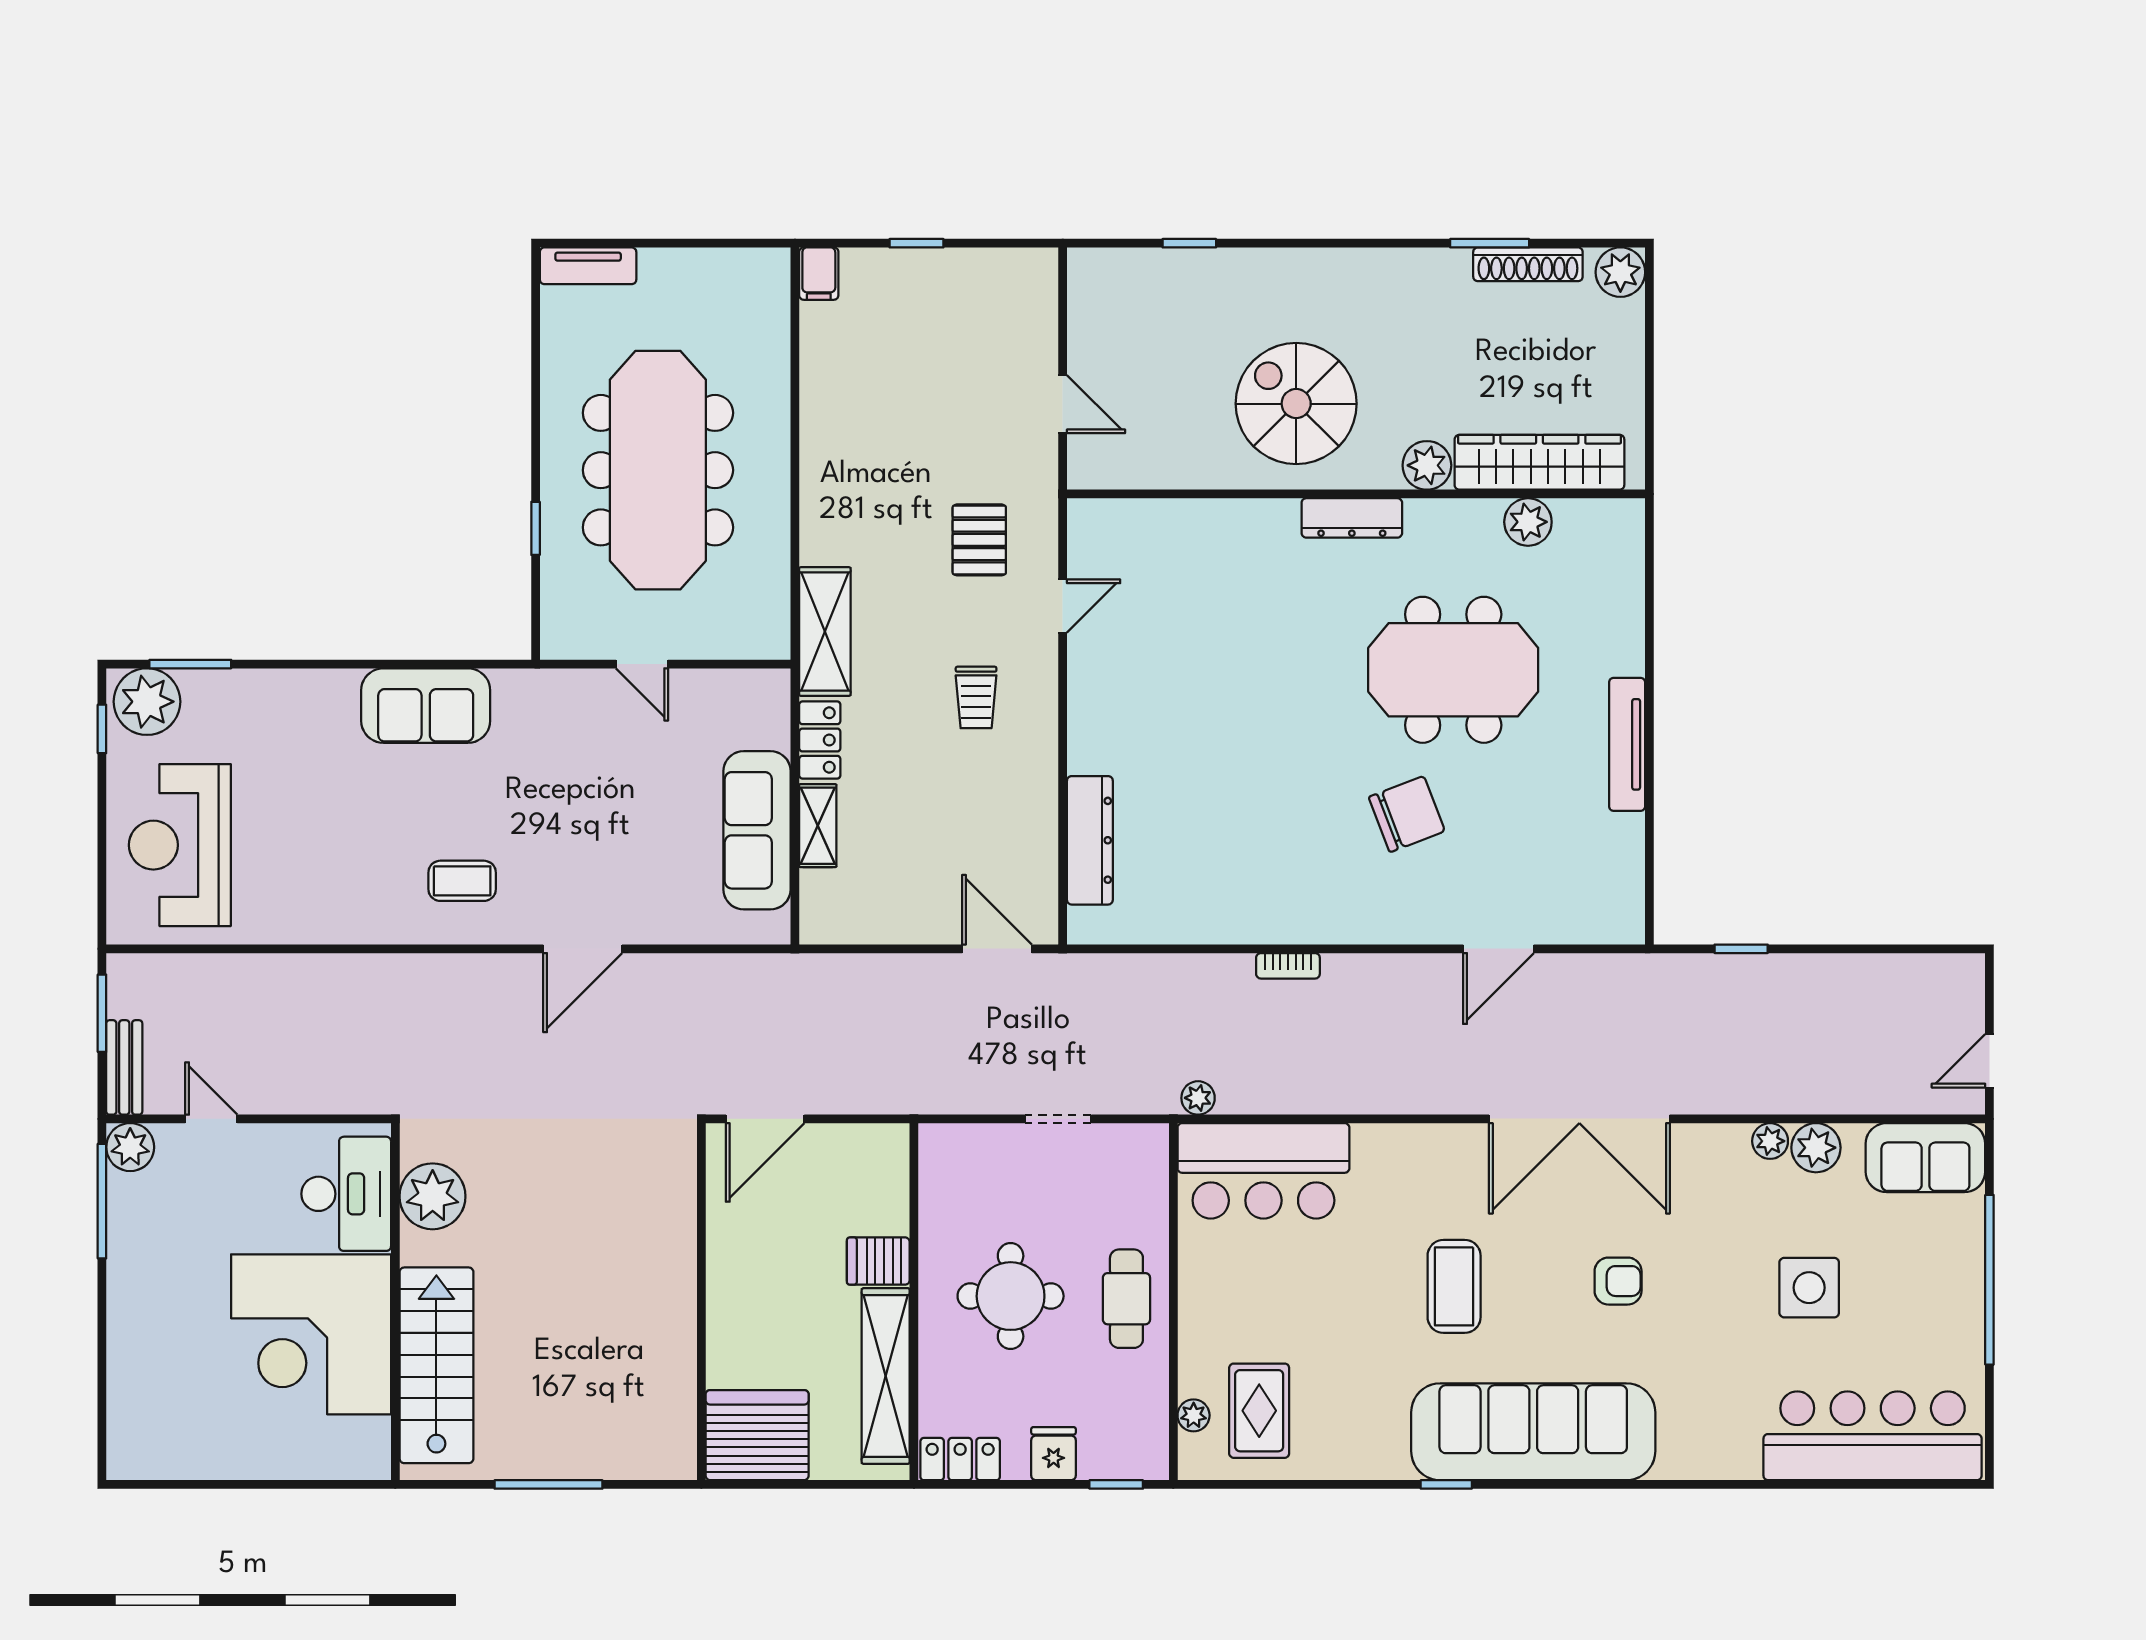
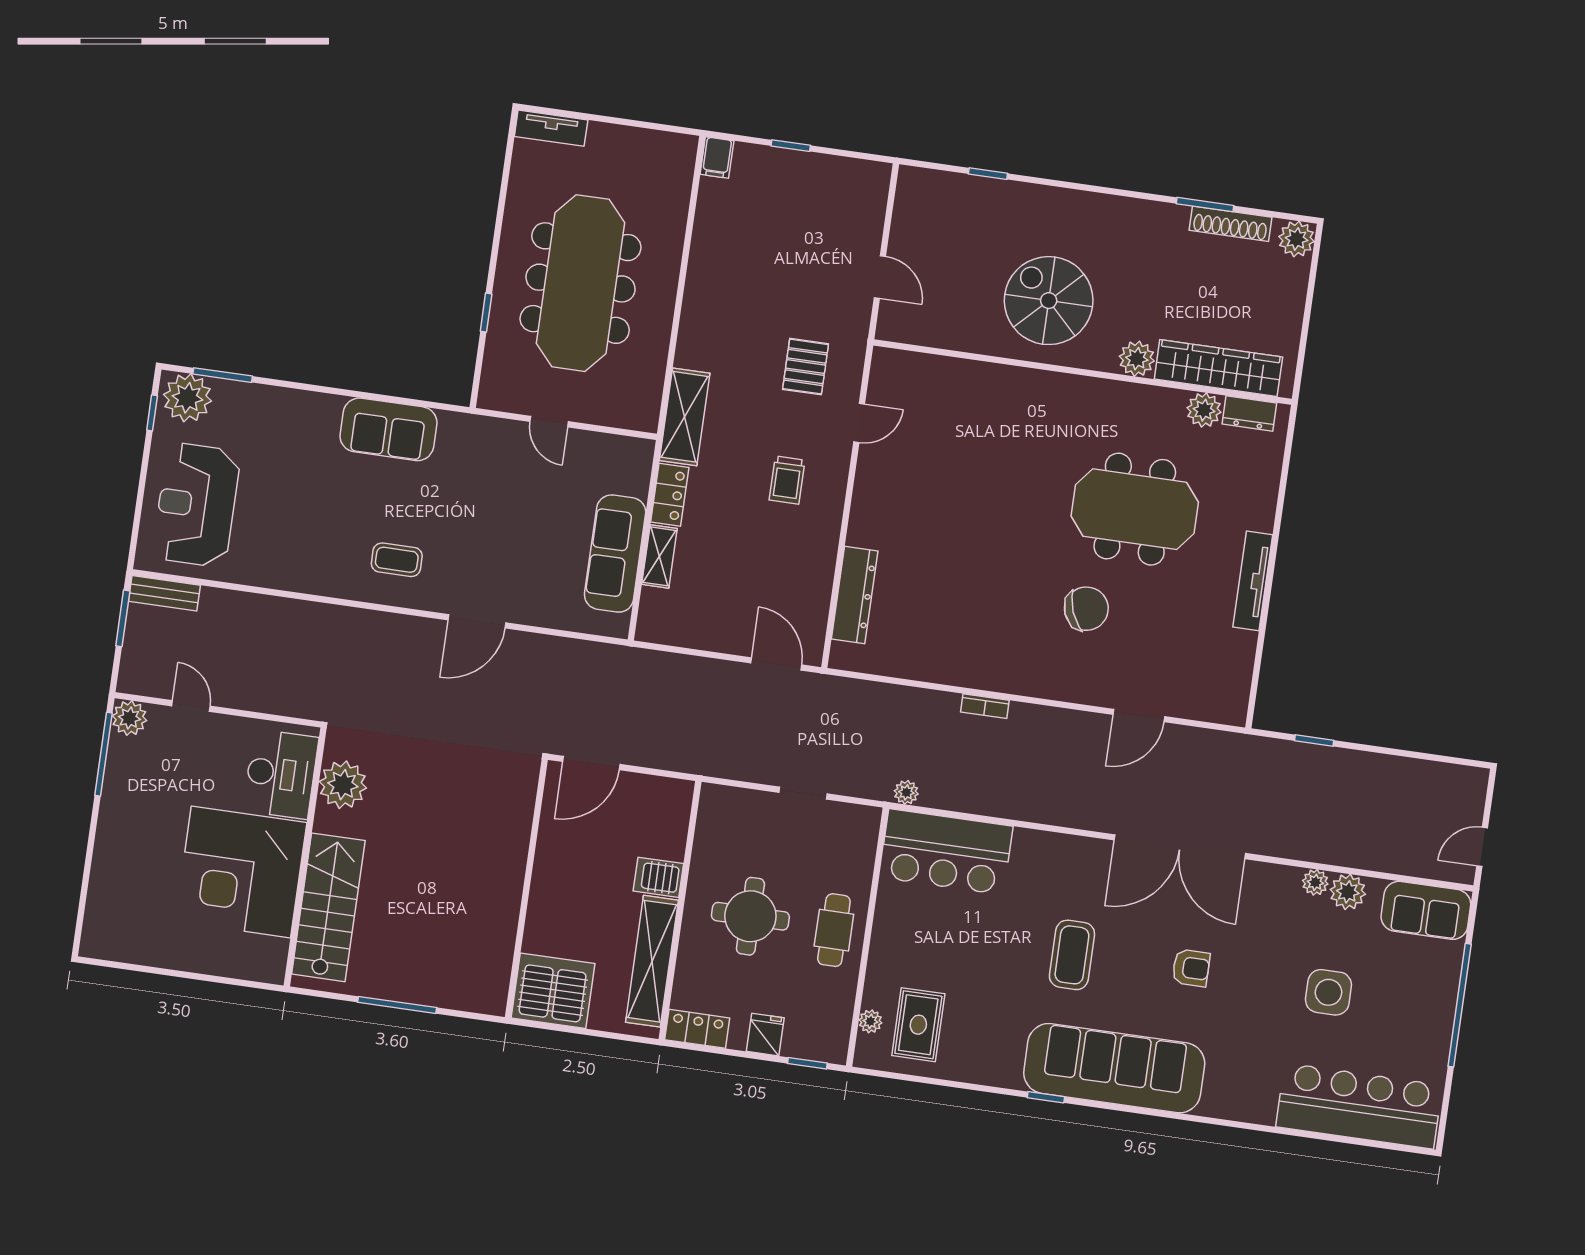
dresser: (1352, 518) -> (1249, 413), moved, width x0.70
bench: (124, 1067) -> (164, 593), moved, turned 90

